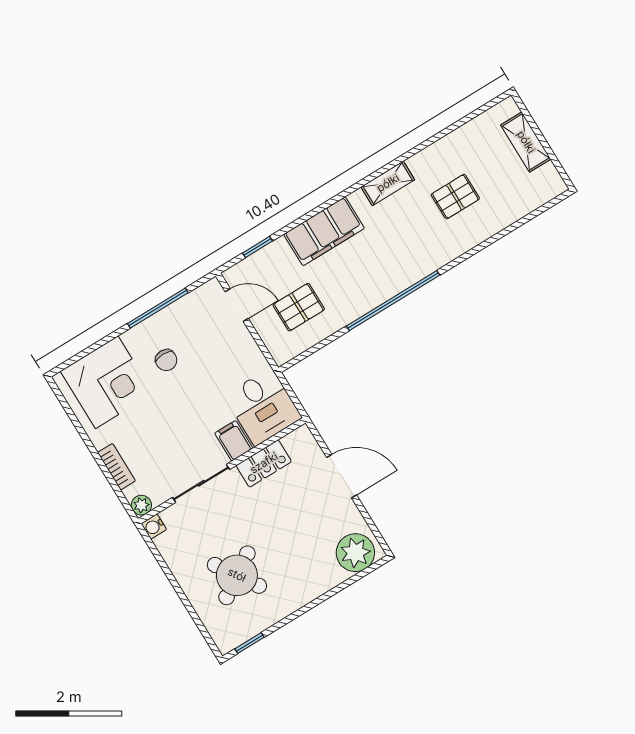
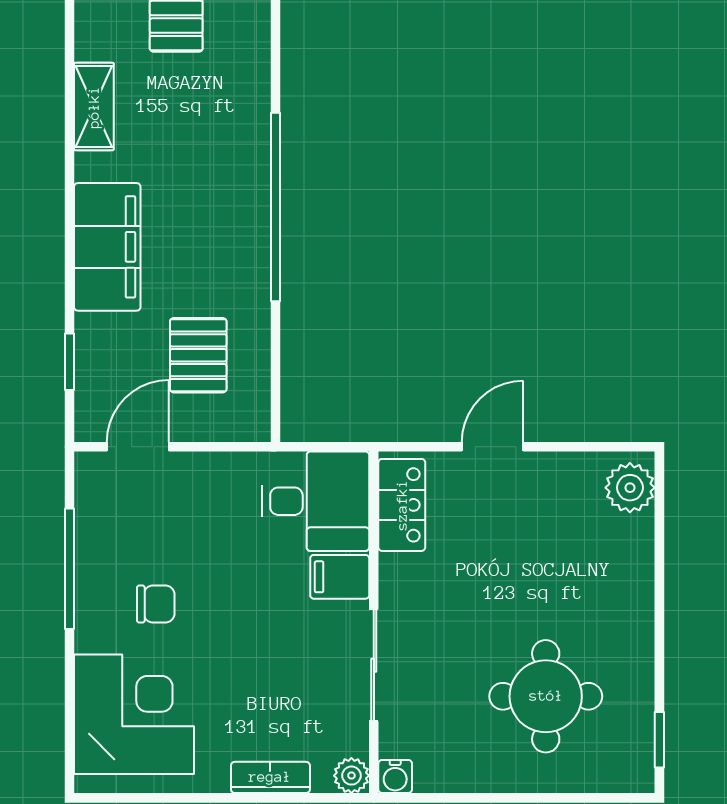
locker: (264, 463) -> (402, 505), moved
door: (342, 476) -> (493, 447), width x0.73
plant: (355, 553) -> (630, 488), width x0.73, depth x0.73
round table: (237, 575) -> (546, 696), turned 33

